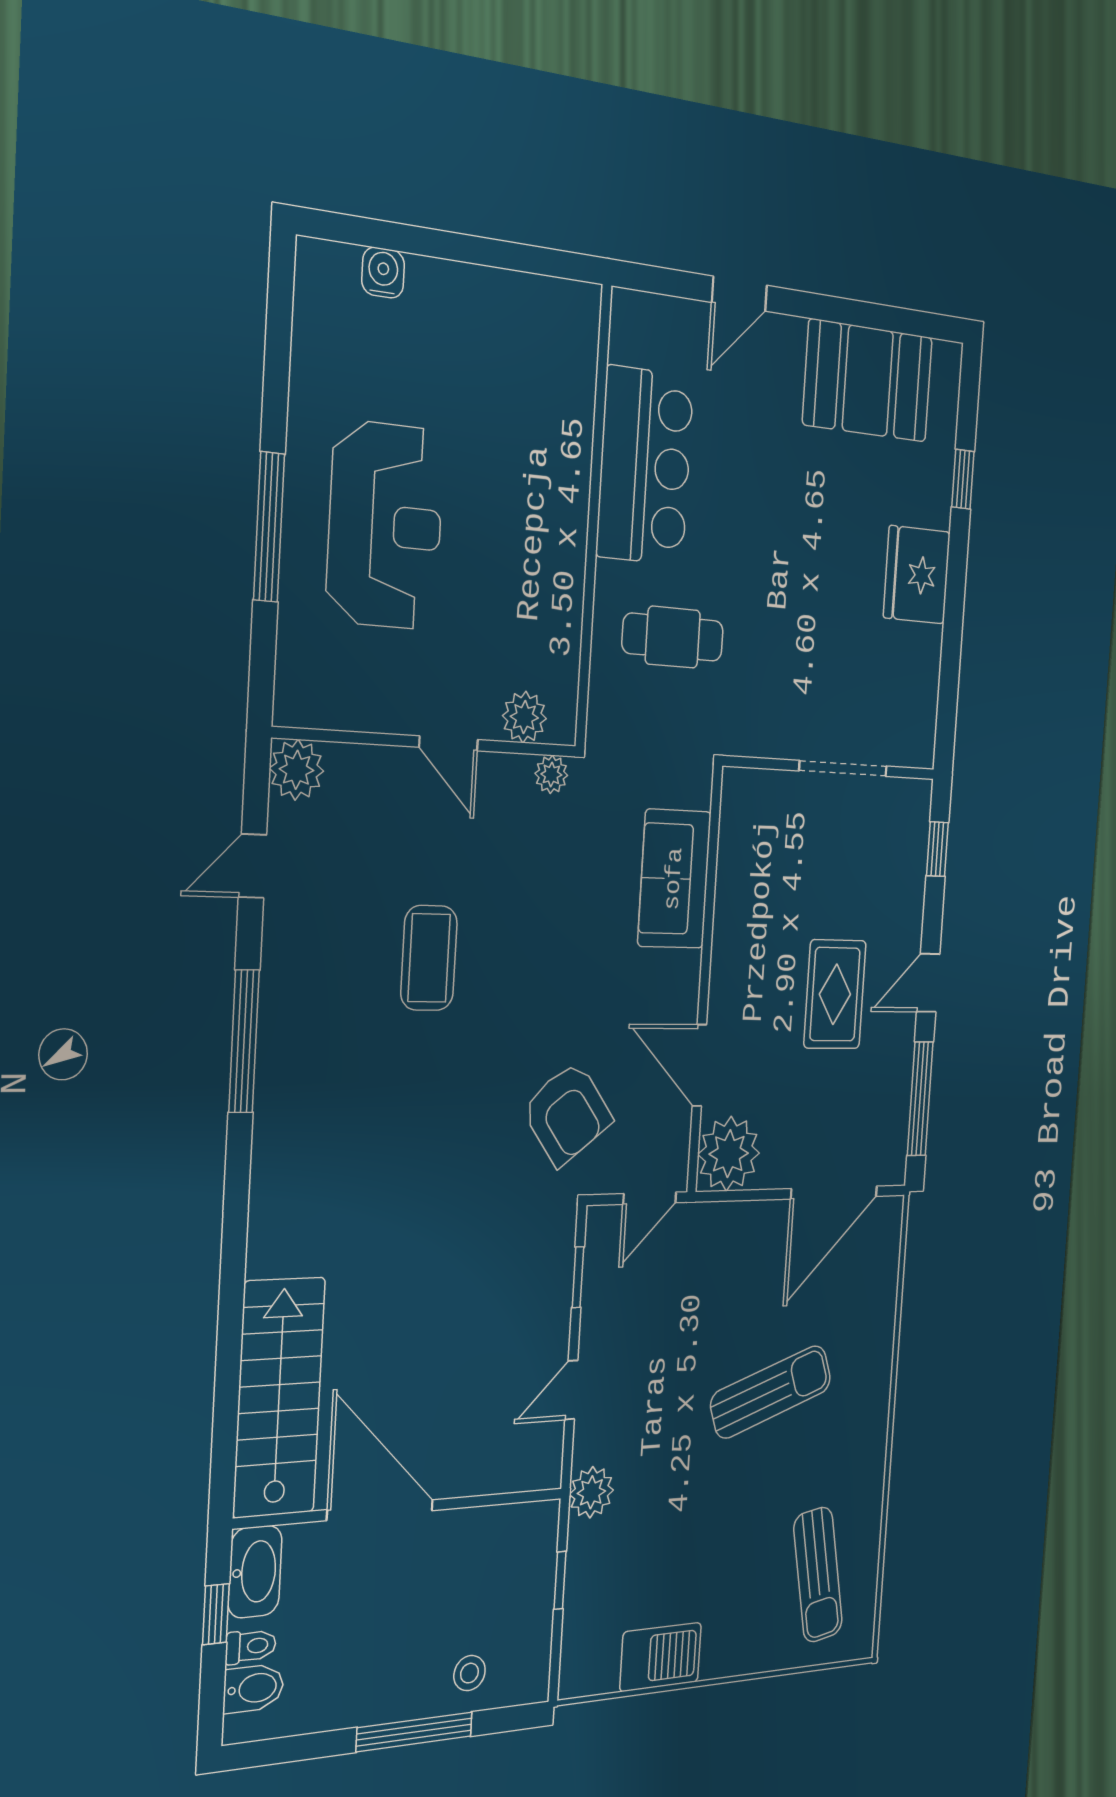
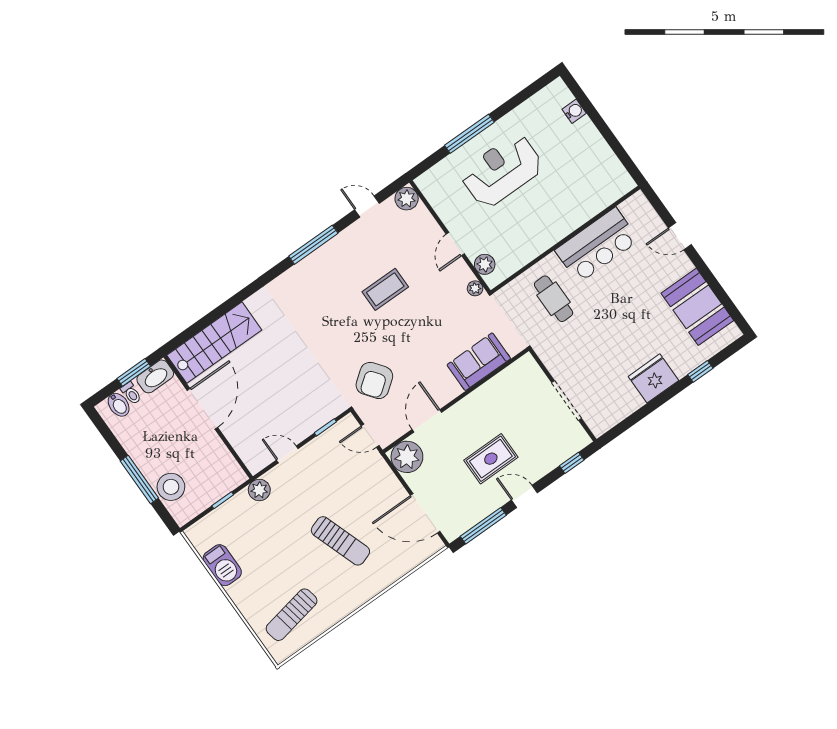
reception desk: (385, 525) -> (502, 171), turned 180
window: (216, 1614) -> (134, 372), width x1.50
stool: (470, 1673) -> (171, 487), width x1.89, depth x1.89

